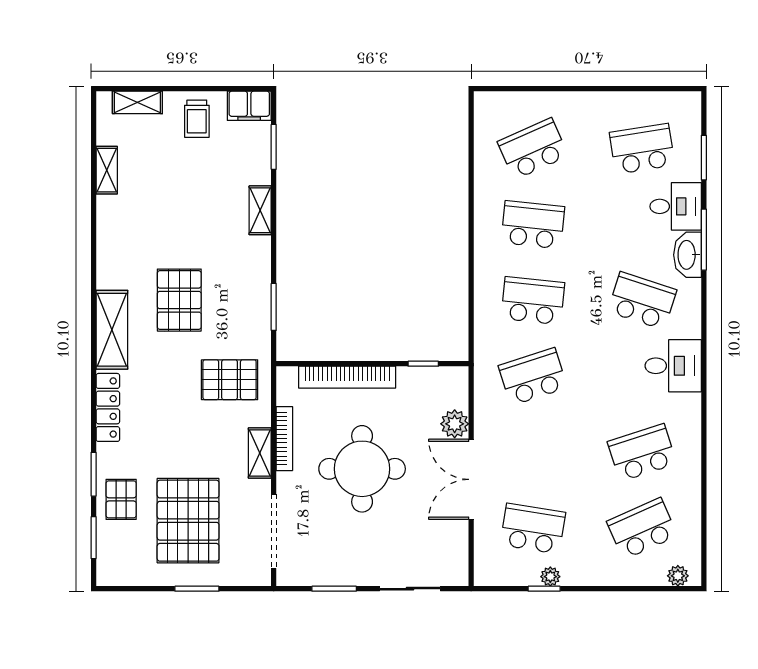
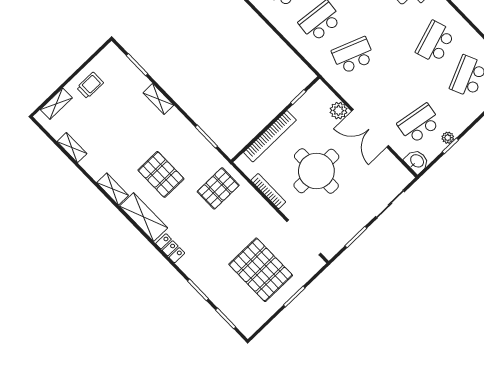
filing cabinet: (249, 106) -> (108, 57), removed
trolley: (197, 119) -> (90, 85), turned -90
school desk: (533, 377) -> (353, 55), turned 39
locker: (108, 407) -> (170, 248), width x0.66
shelving: (260, 453) -> (113, 189), moved
pallet: (121, 499) -> (221, 289), removed
washbasin: (488, 569) -> (417, 161), added

